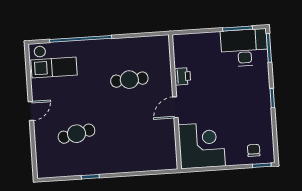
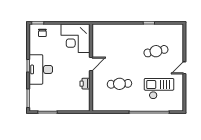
desk: (244, 48) -> (41, 69), moved, turned 90
checkout: (54, 61) -> (159, 89), moved

